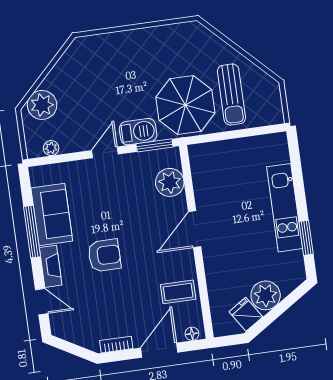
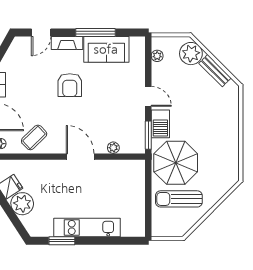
bench: (60, 71) -> (215, 71), added
plant: (170, 182) -> (113, 148), width x0.53, depth x0.53
coffee table: (178, 292) -> (34, 137), turned 46

